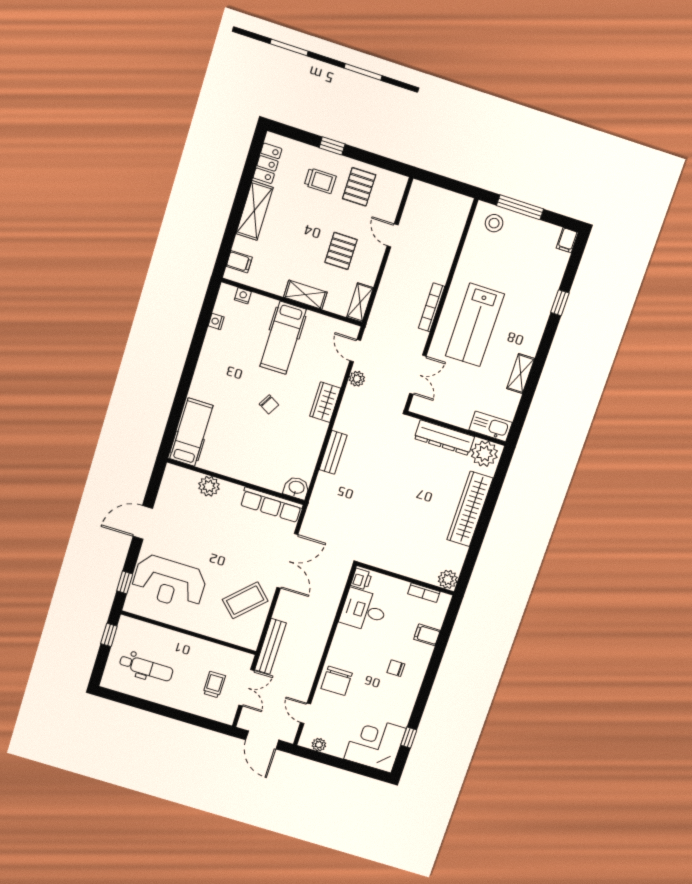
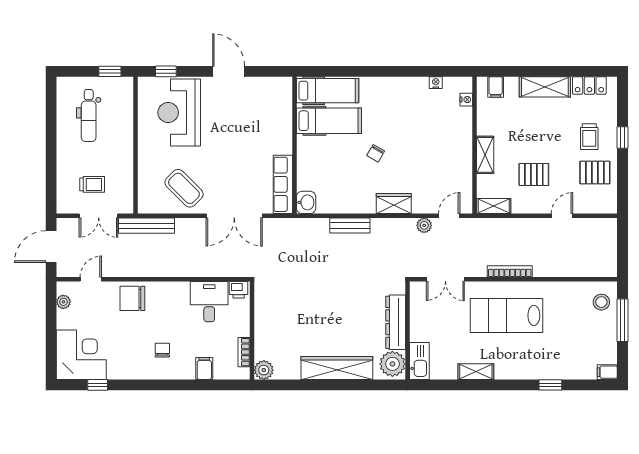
hospital bed: (283, 338) -> (329, 121), moved, turned 180
plant: (209, 486) -> (282, 122), removed

